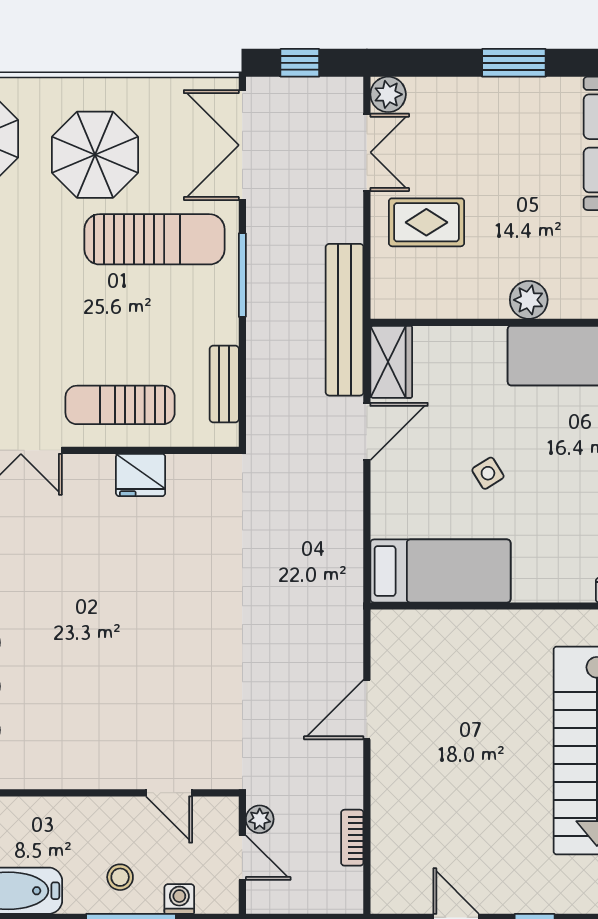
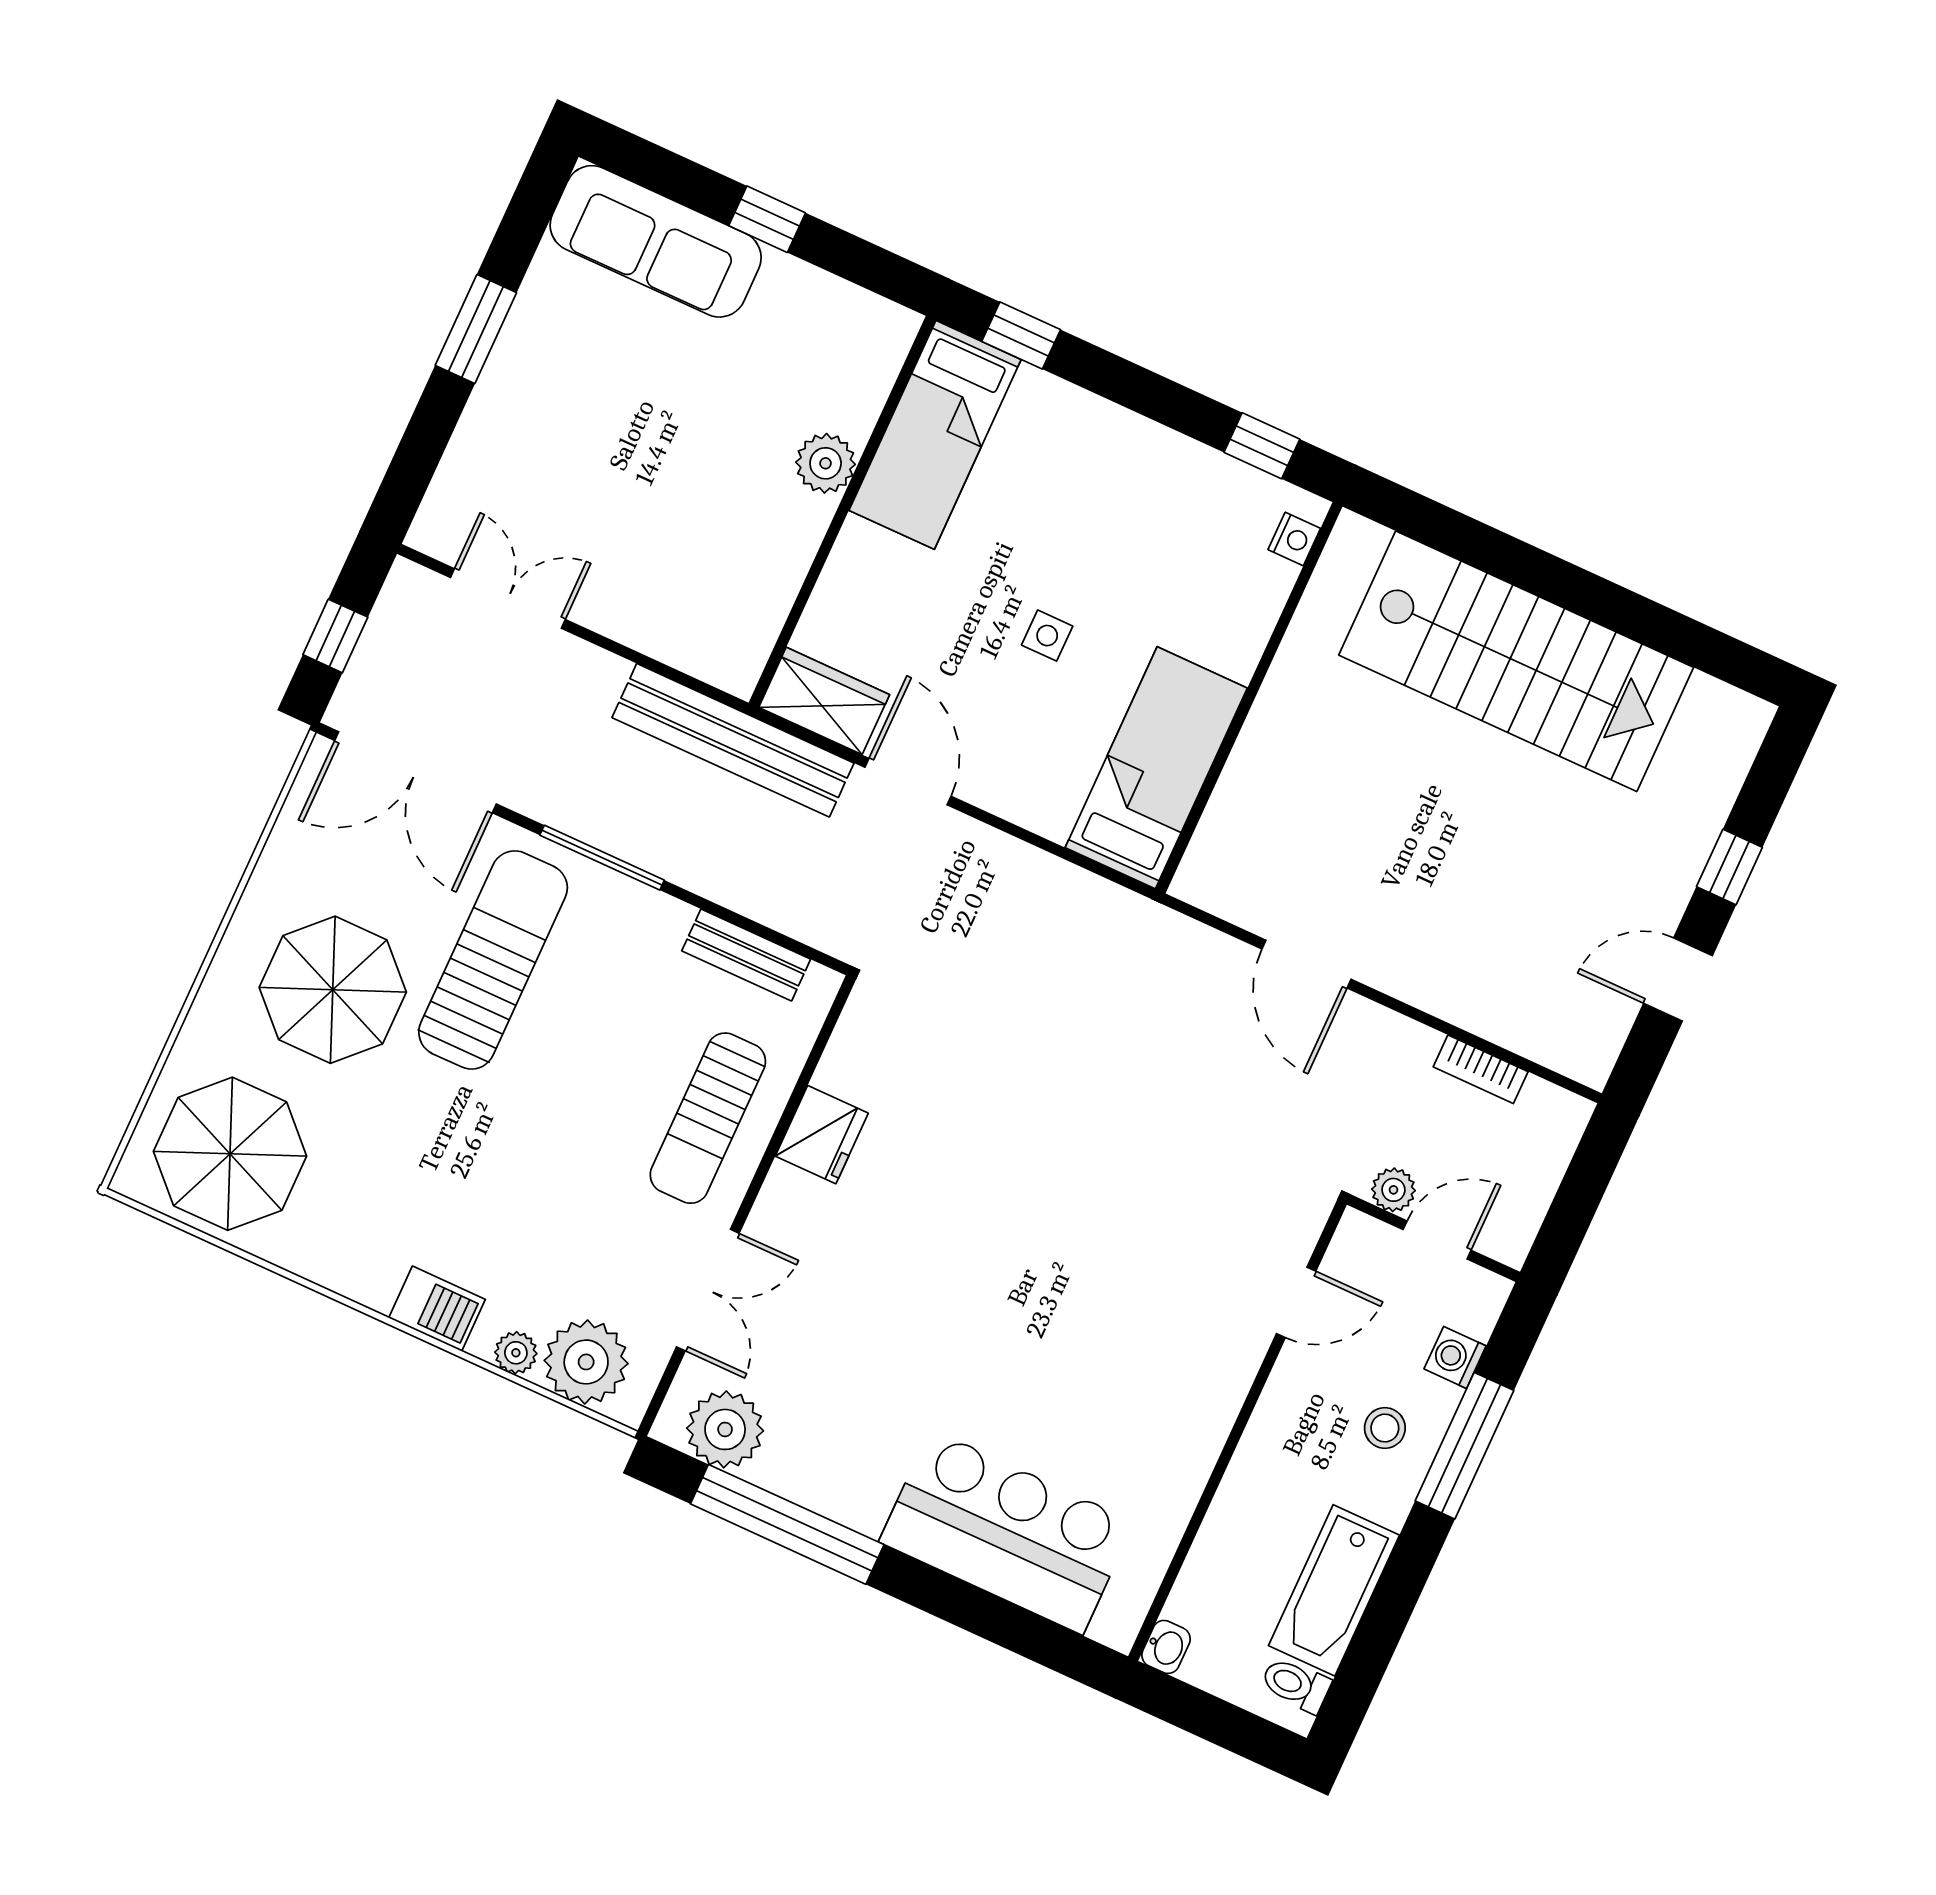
plant: (388, 94) -> (439, 530), removed
rug: (426, 222) -> (647, 559), removed
side table: (488, 473) -> (1047, 636), turned 32

